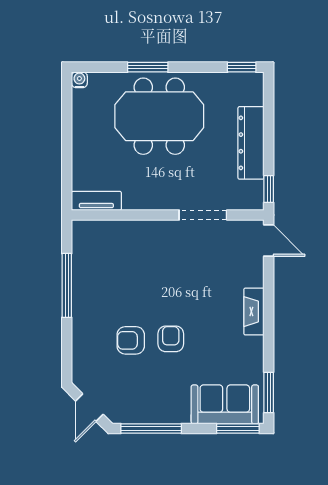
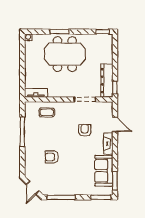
dresser: (251, 143) -> (107, 81), moved
door: (269, 240) -> (115, 124), moved
coffee table: (120, 243) -> (47, 112), added
armchair: (171, 339) -> (85, 130), moved
sofa: (225, 404) -> (104, 171), moved, turned -90

